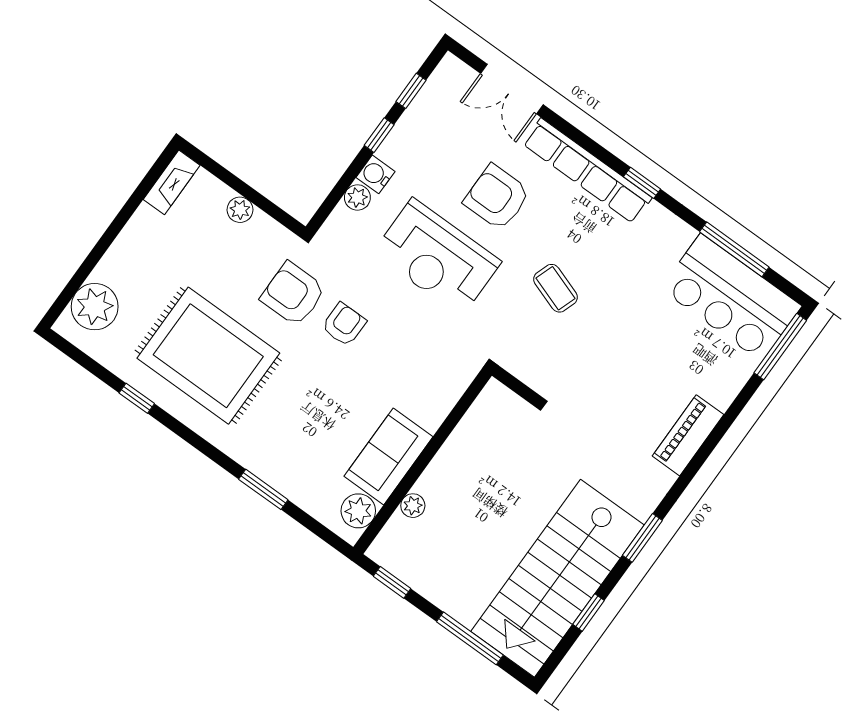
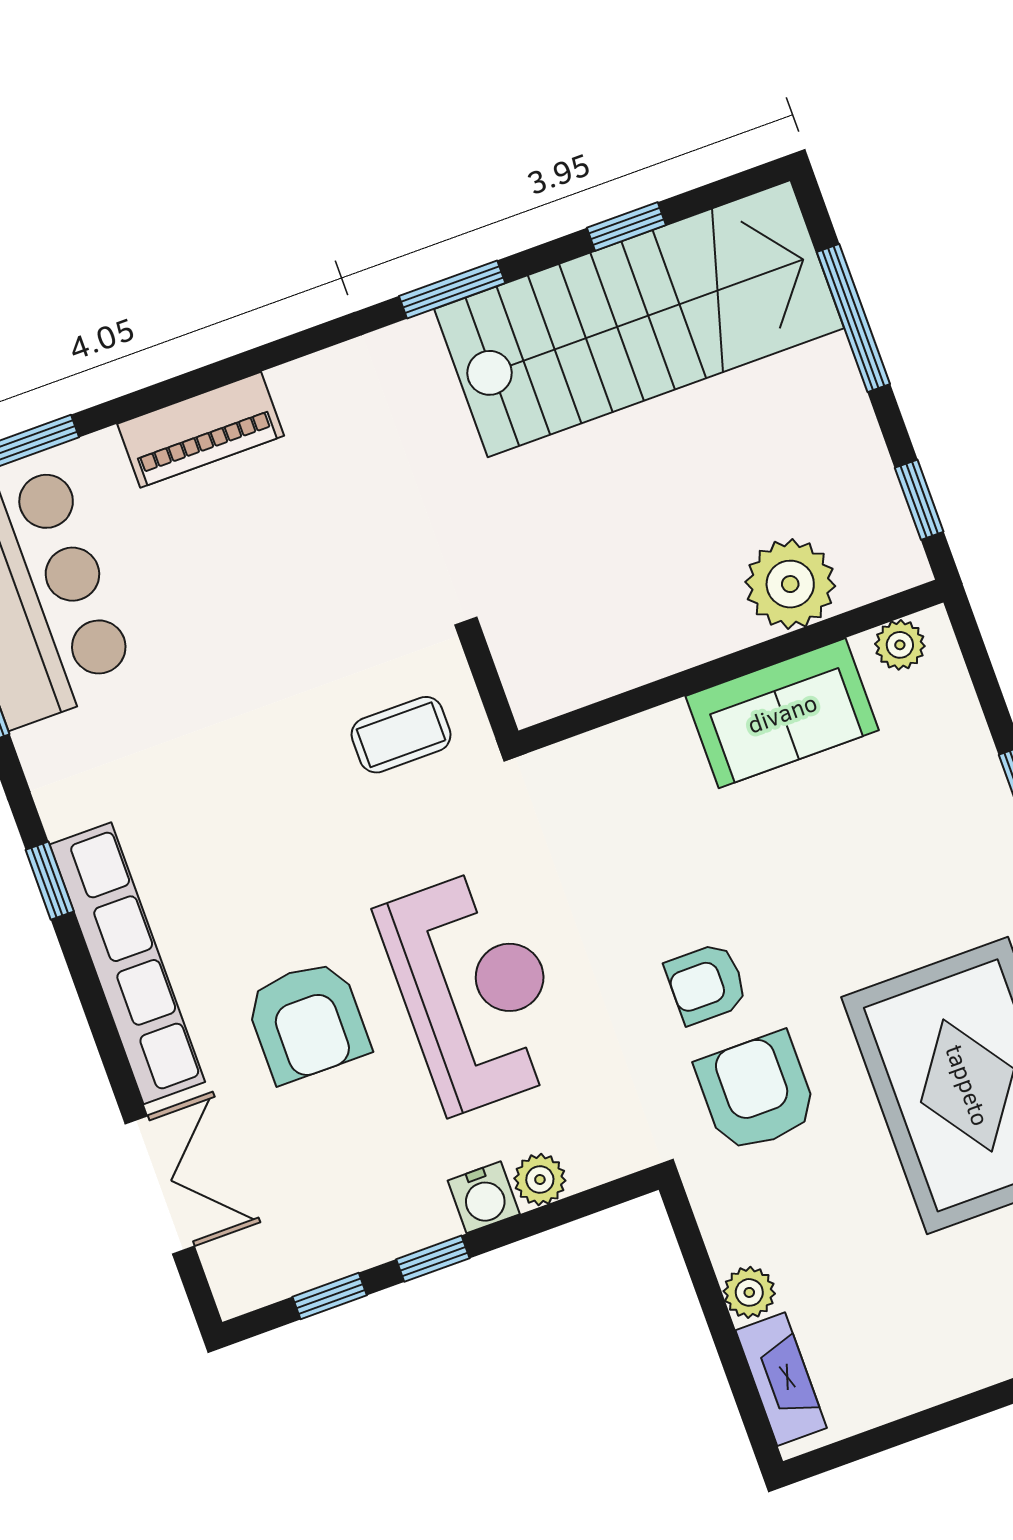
fireplace: (172, 182) -> (781, 1379), moved, turned 90
coffee table: (556, 288) -> (401, 735), moved, turned 71
armchair: (293, 294) -> (756, 1092), turned 180
piano: (688, 435) -> (201, 430), moved
plant: (413, 506) -> (790, 584), width x1.88, depth x1.88
plant: (358, 511) -> (900, 645), width x0.73, depth x0.73

